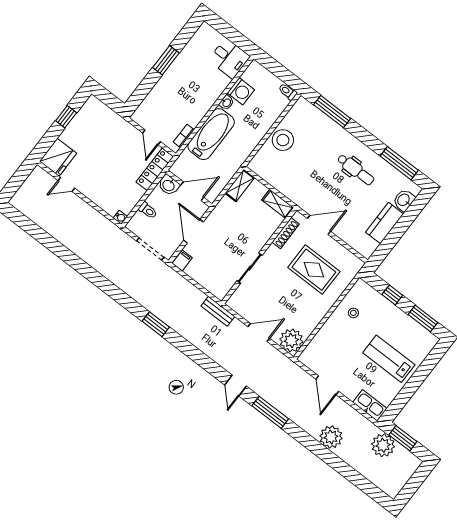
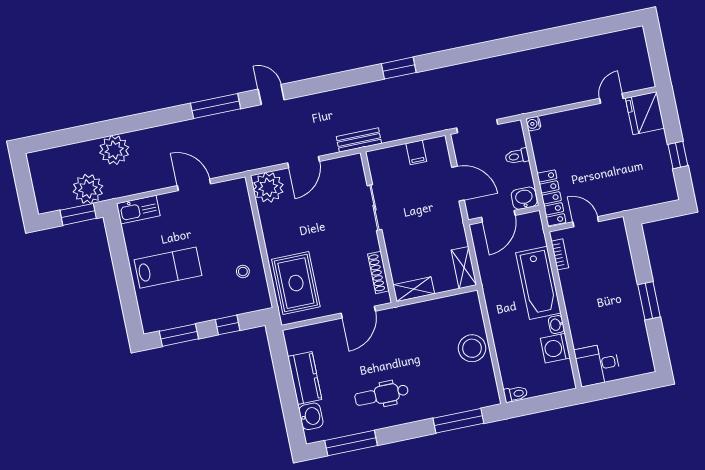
filing cabinet: (182, 260) -> (416, 152), moved
rug: (314, 270) -> (296, 283), moved, turned 90
plant: (331, 437) -> (114, 150), moved

